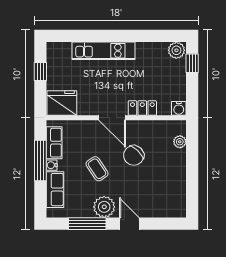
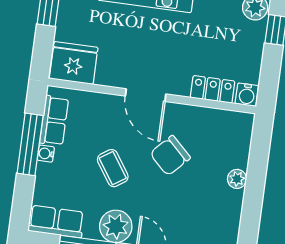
locker: (142, 108) -> (213, 89), moved
plant: (180, 142) -> (237, 179), moved
row of seats: (55, 190) -> (56, 222), moved, turned -90

